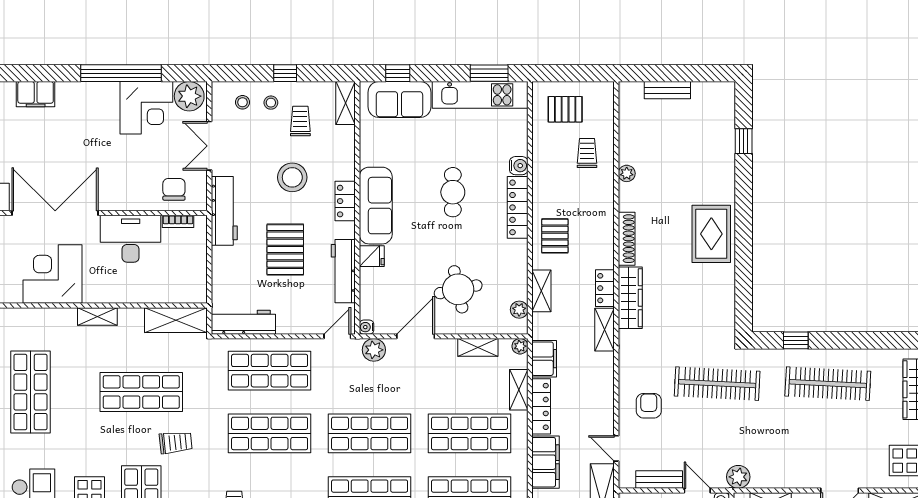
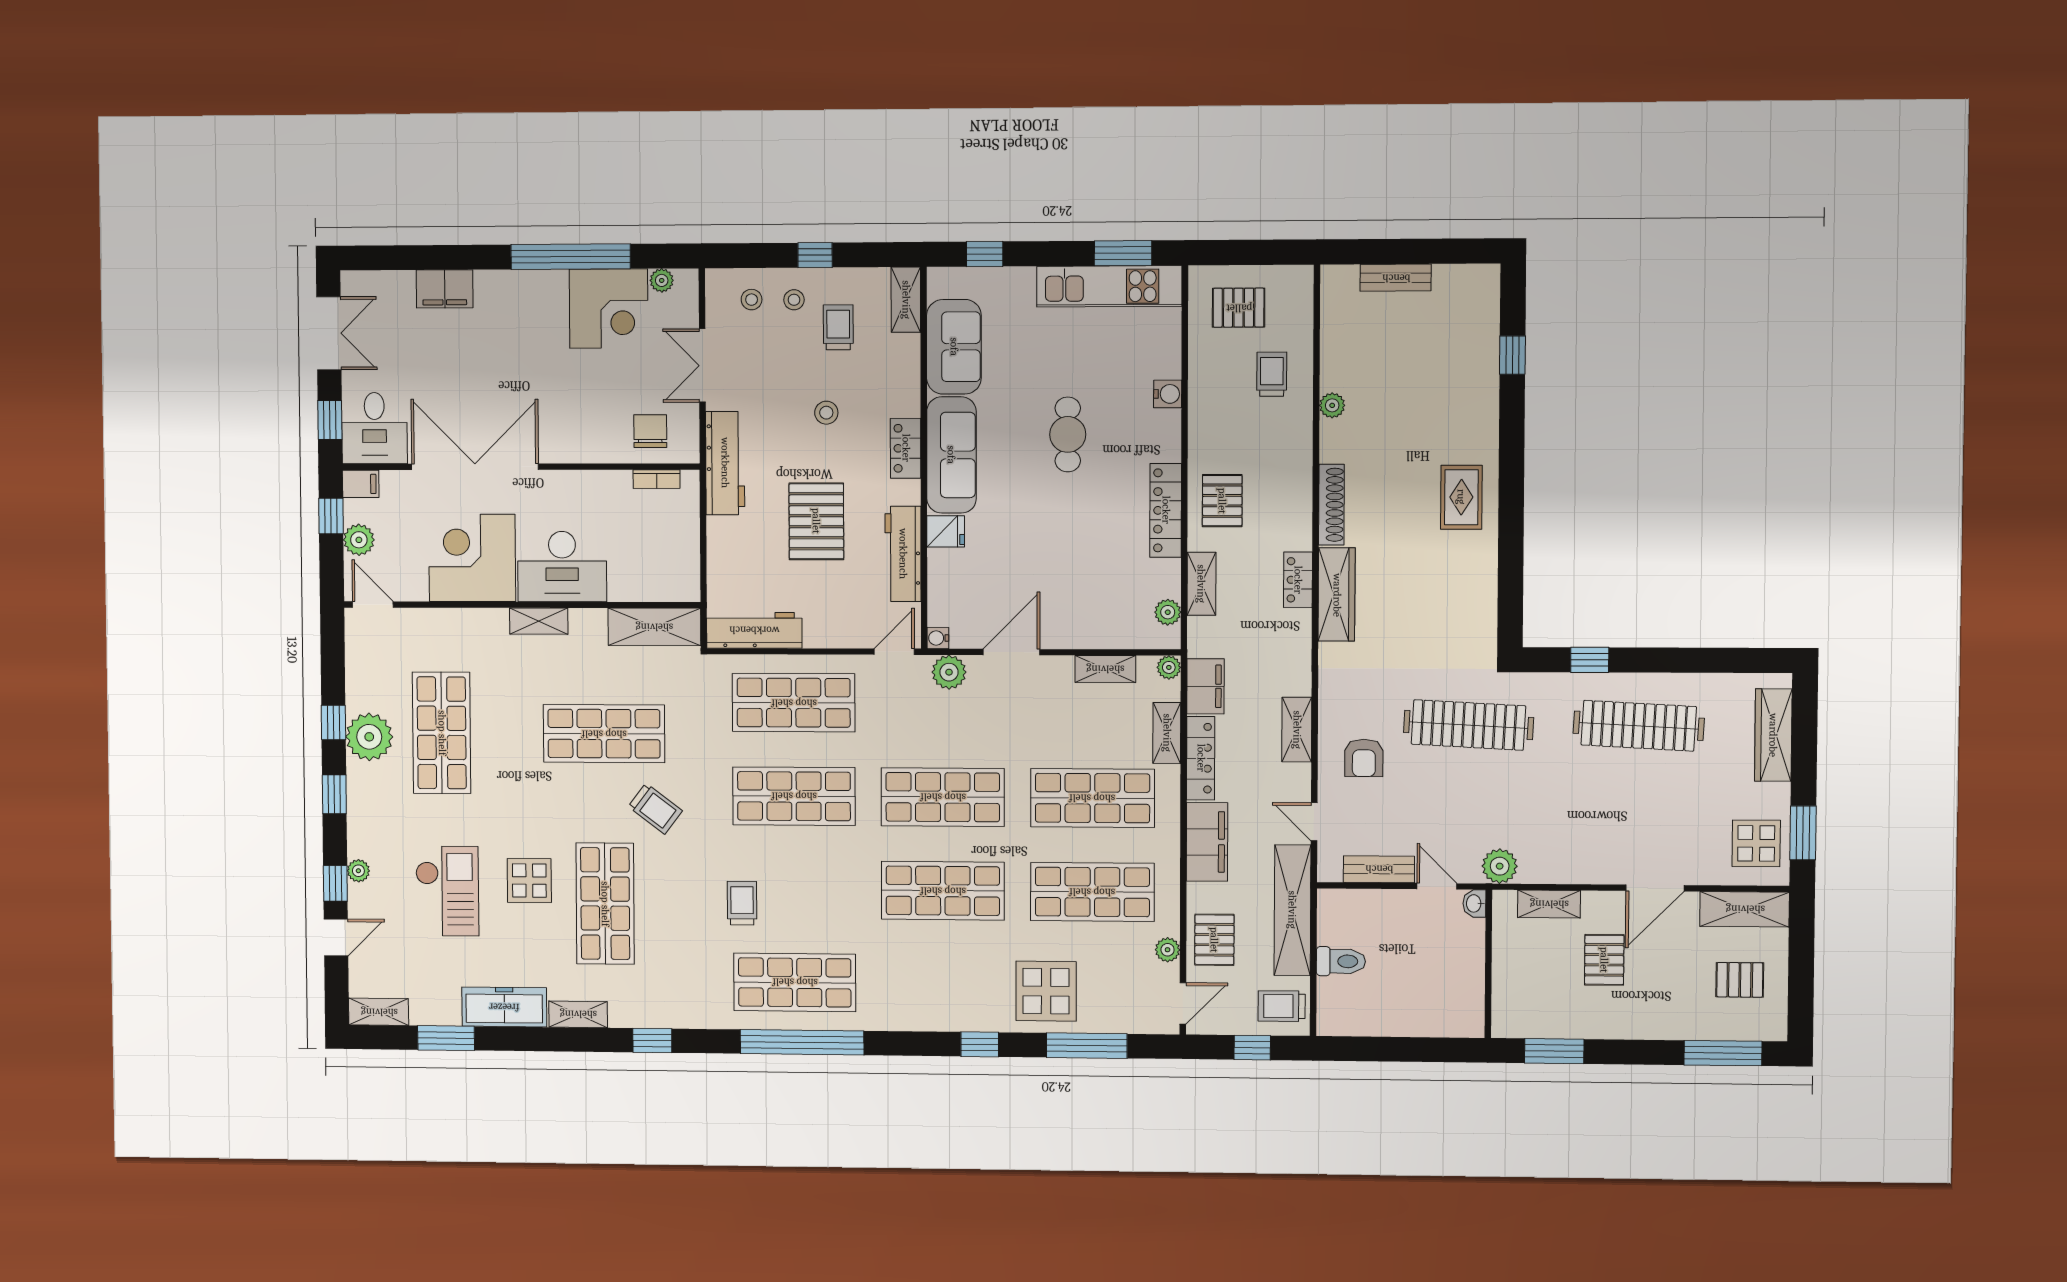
plant: (189, 96) -> (662, 280), width x0.53, depth x0.53
sofa: (399, 100) -> (954, 347), moved, turned -90
stool: (292, 177) -> (826, 413), width x0.53, depth x0.53
locker: (518, 207) -> (1166, 510), moved
rug: (711, 234) -> (1461, 497), width x0.73, depth x0.70
desk: (131, 239) -> (562, 567), moved, turned 180
round table: (458, 289) -> (1076, 581), removed
shelving: (605, 330) -> (1297, 730), moved
armchair: (649, 406) -> (1364, 758), turned 180
trolley: (176, 442) -> (655, 809), turned 43

